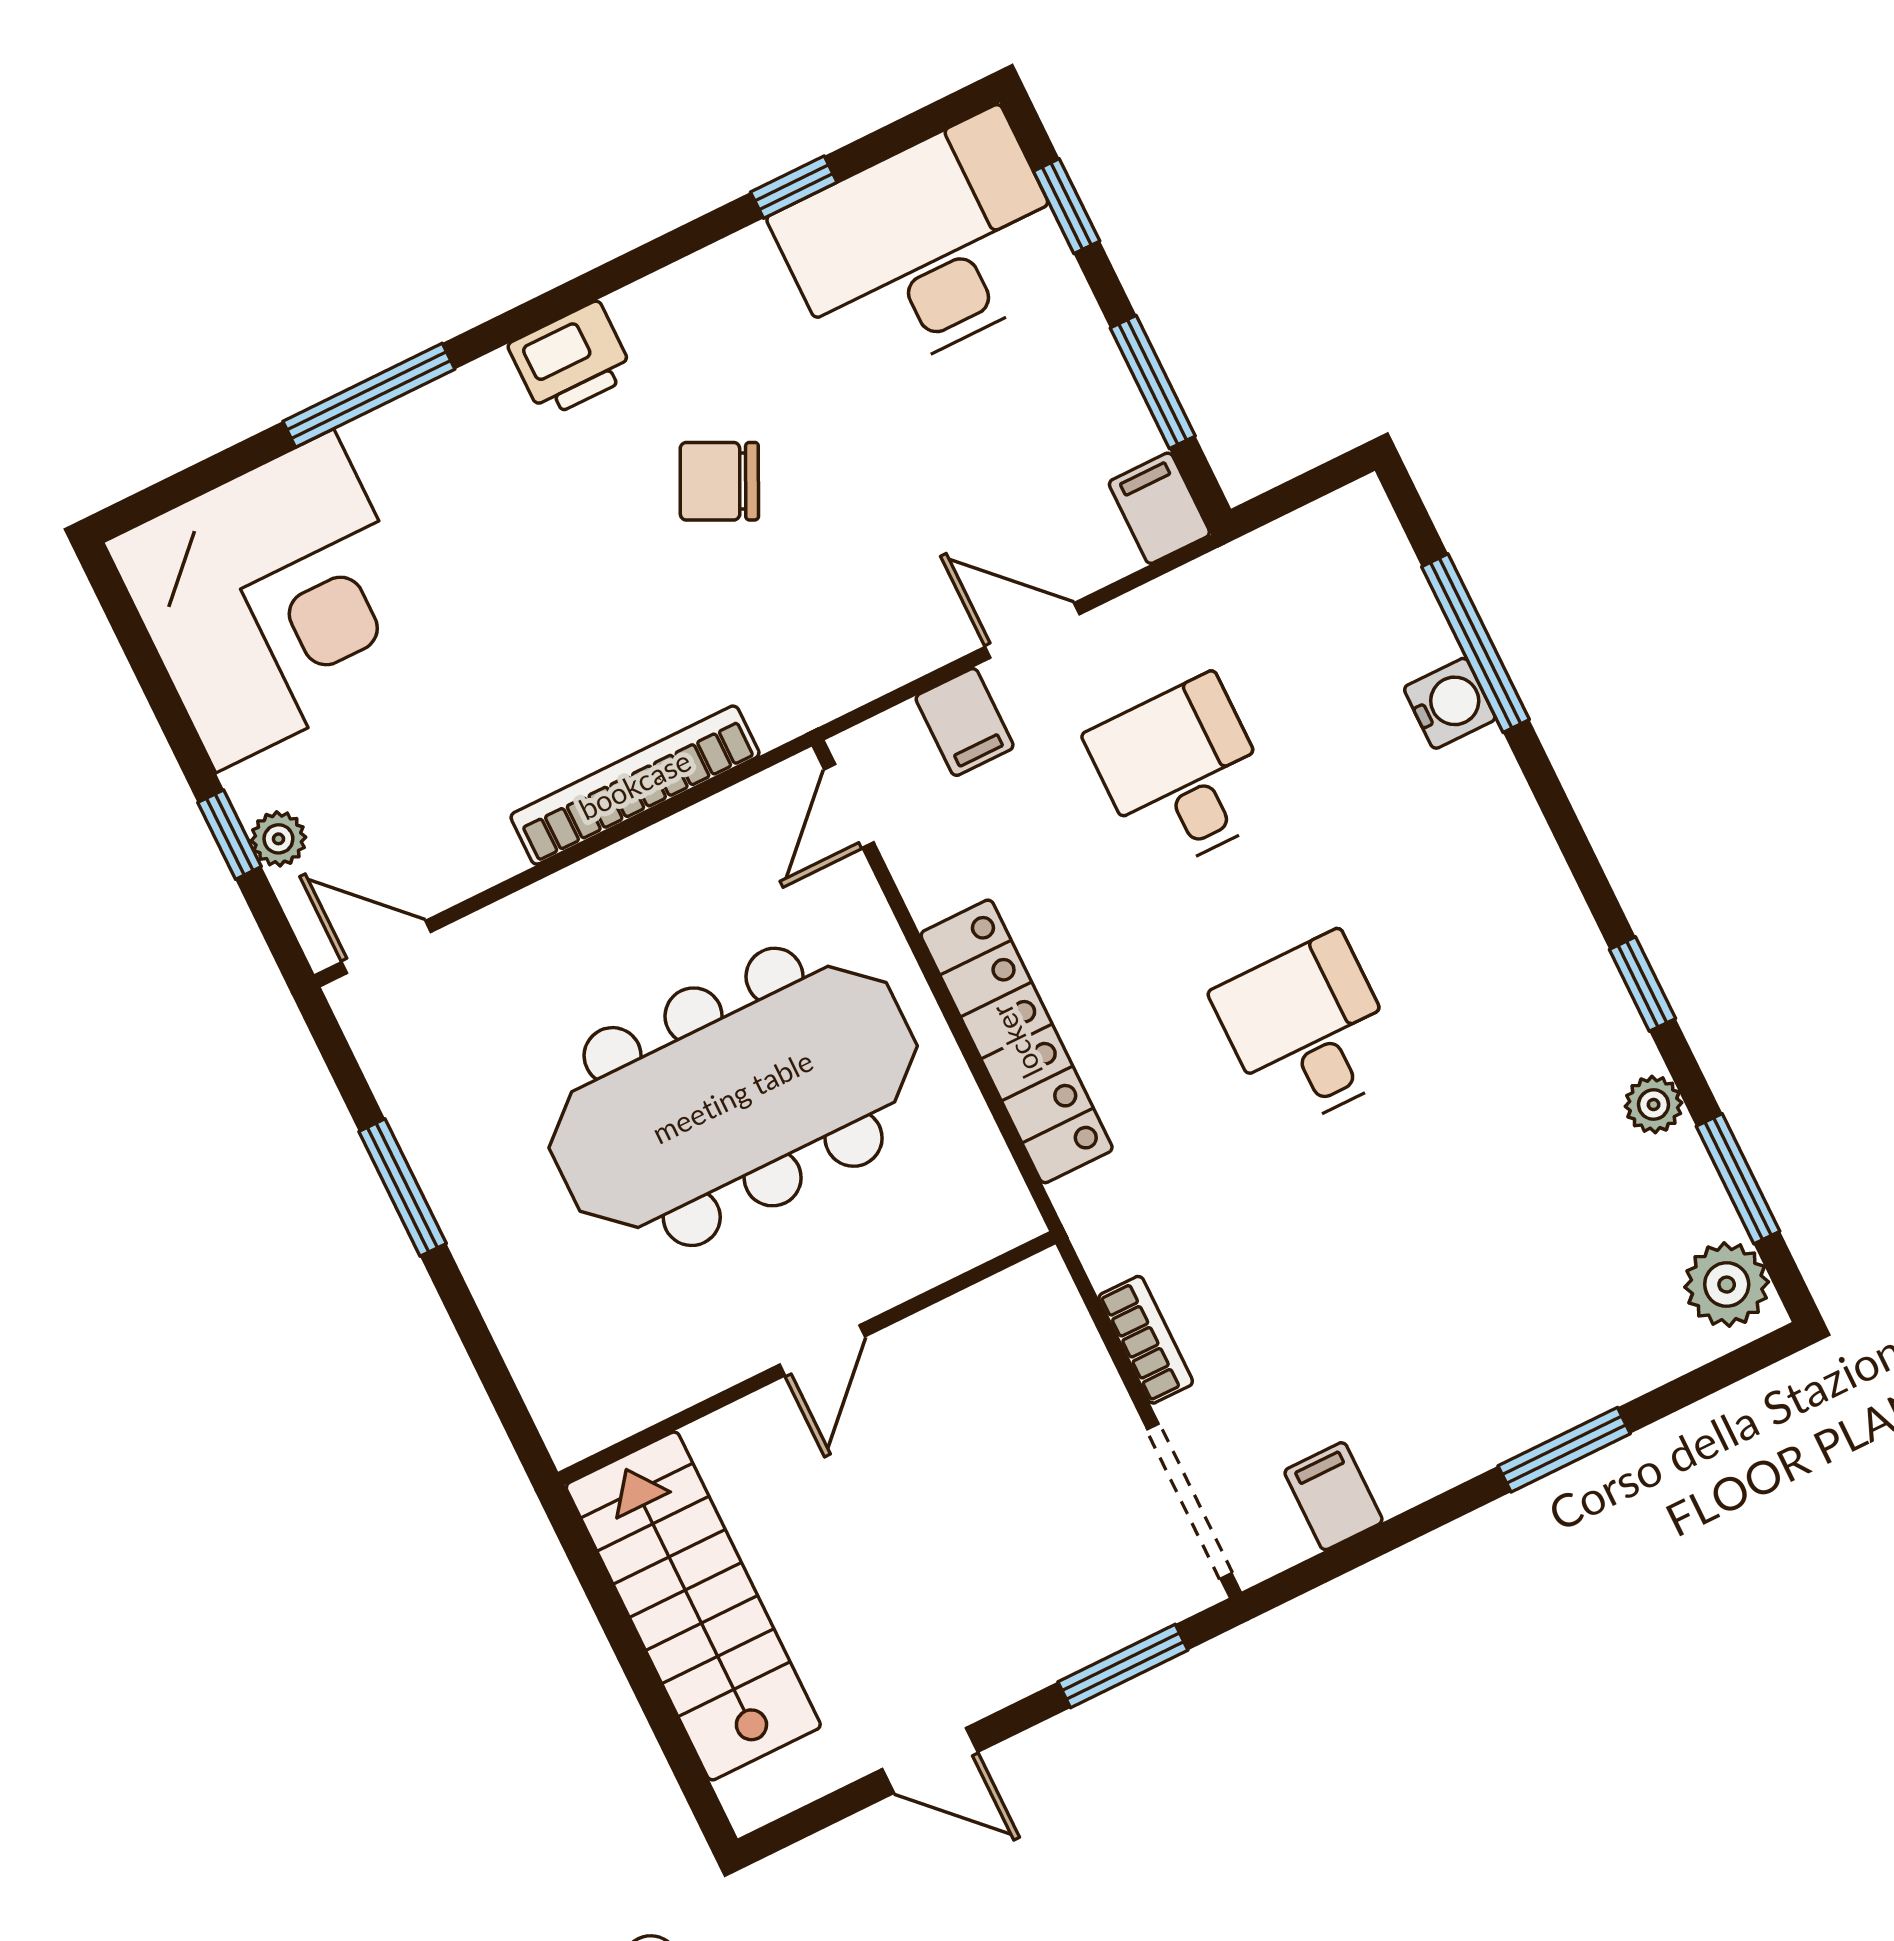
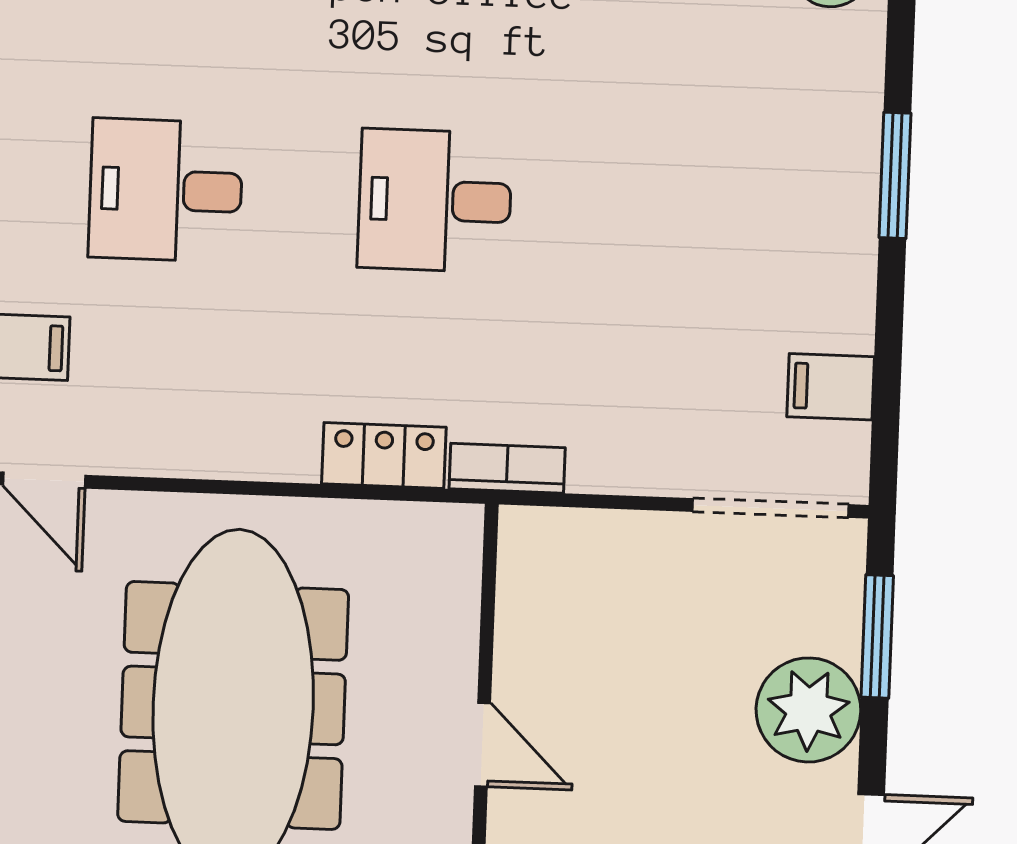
locker: (1017, 1041) -> (384, 455), width x0.46, depth x0.83
bookcase: (1146, 1340) -> (507, 468), moved
plant: (1019, 1639) -> (808, 710), added

